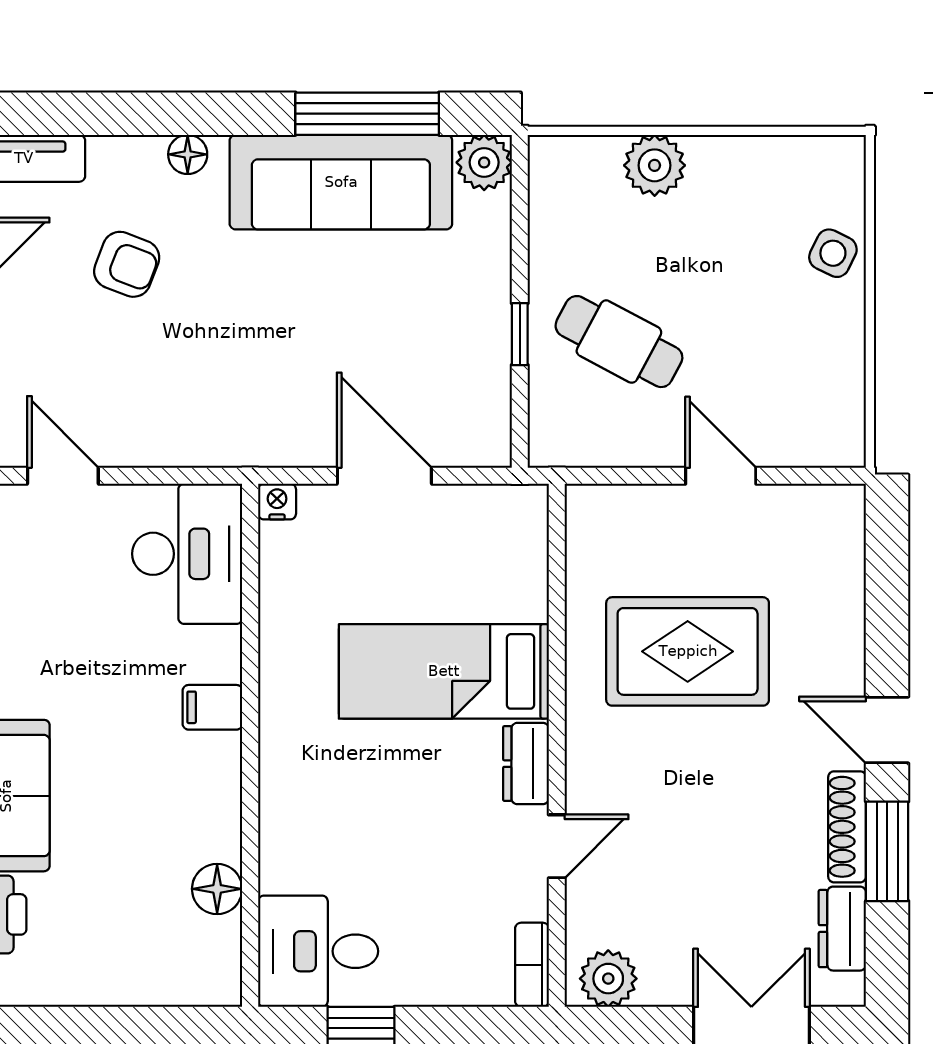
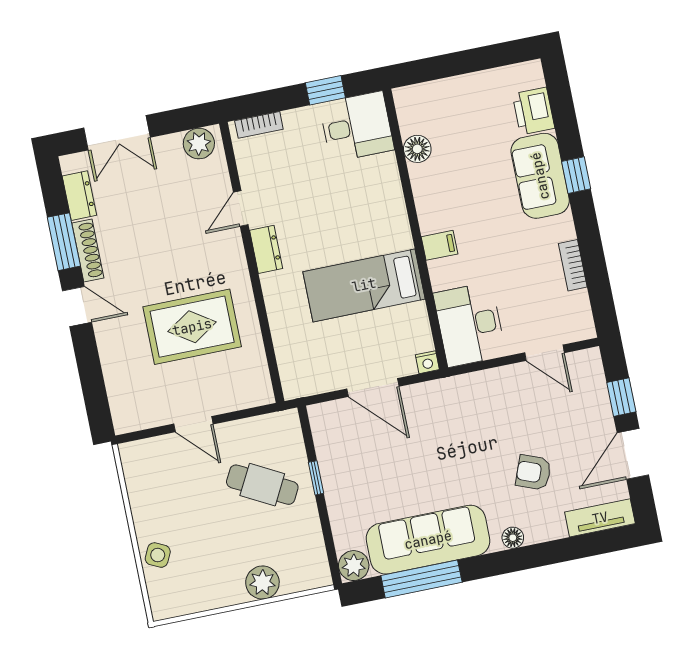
bed: (444, 671) -> (364, 285), moved, turned 180
bookcase: (532, 965) -> (259, 125), moved, turned 90

